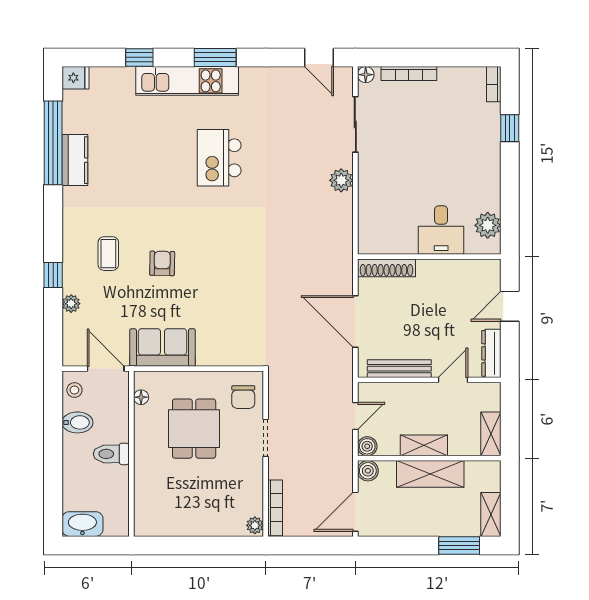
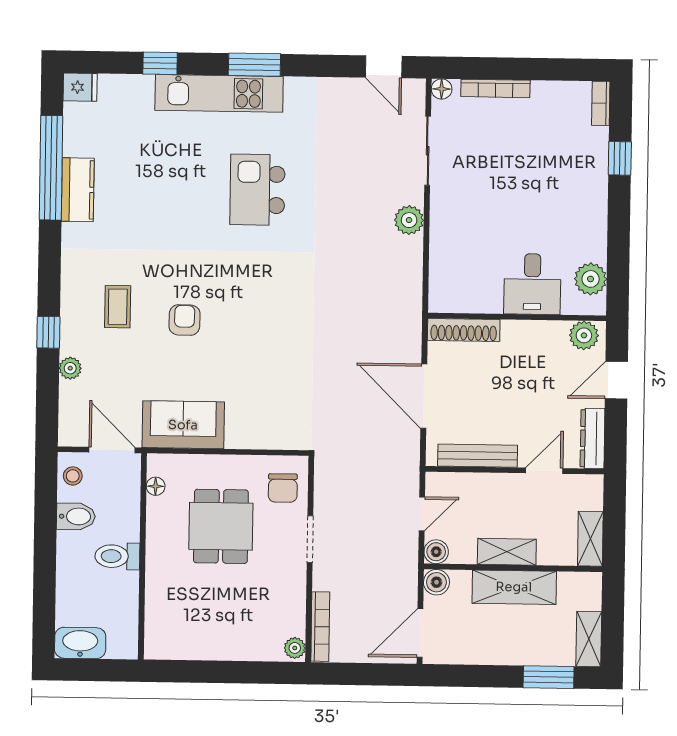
plant: (483, 271) -> (584, 335), added

